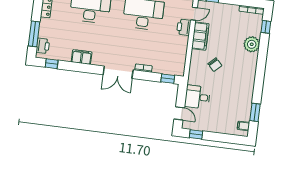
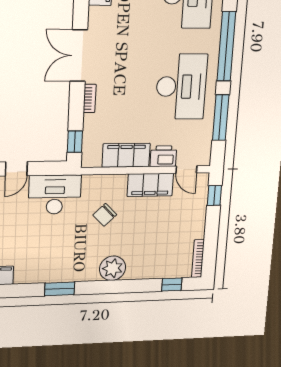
plant: (252, 44) -> (113, 268), moved
filing cabinet: (180, 49) -> (126, 155), added
desk: (197, 97) -> (55, 195), width x1.37
window: (255, 112) -> (60, 289), moved

